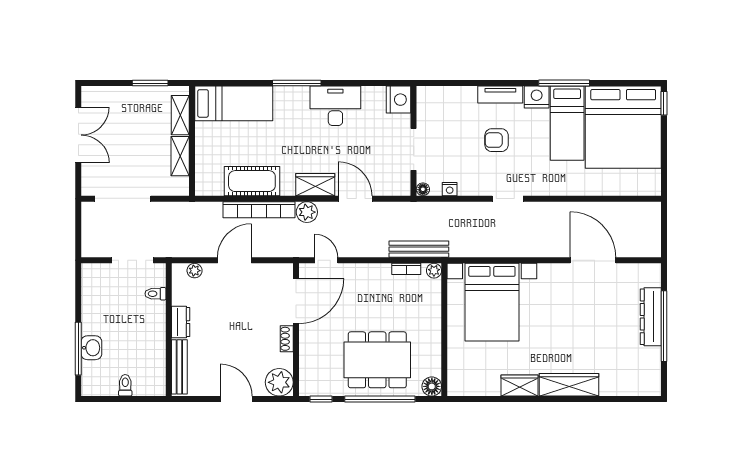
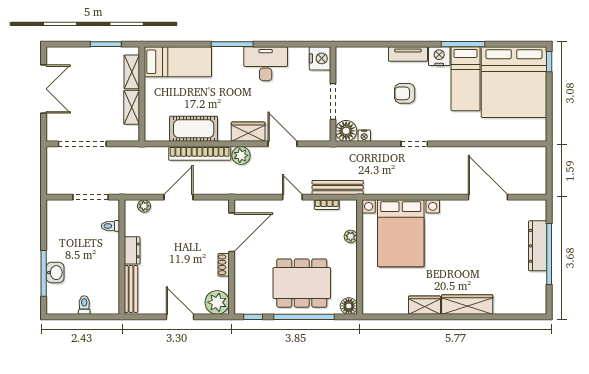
floor lamp: (423, 189) -> (346, 131), width x1.89, depth x1.89
door: (326, 260) -> (292, 197), moved
plant: (434, 271) -> (351, 236), moved

